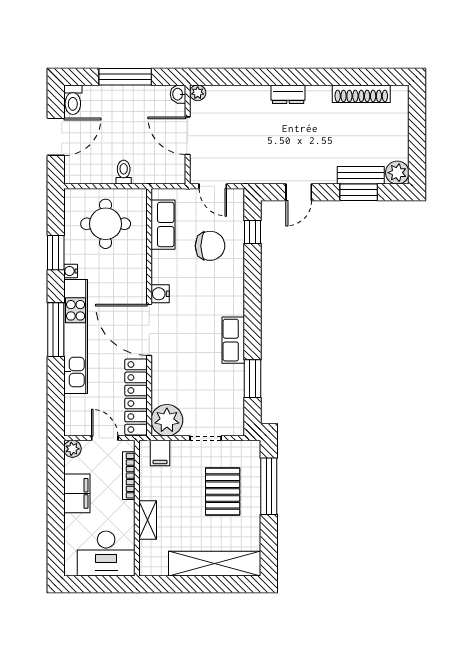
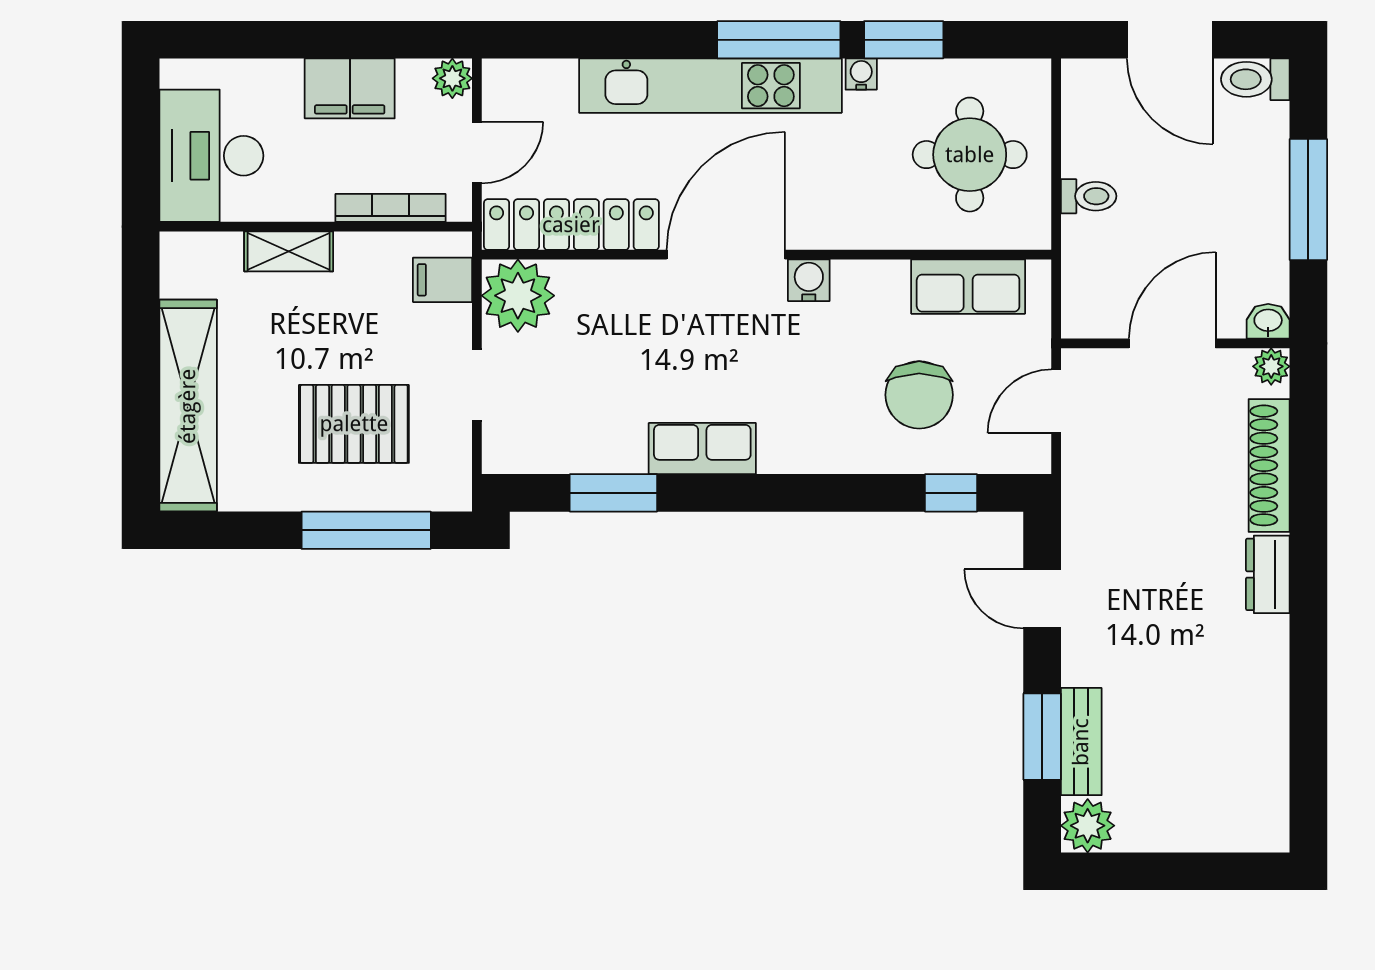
shoe rack: (361, 94) -> (1269, 465), moved
window: (56, 330) -> (779, 40), moved

